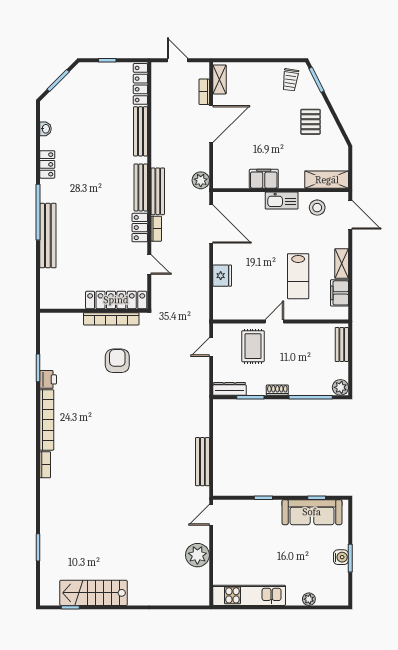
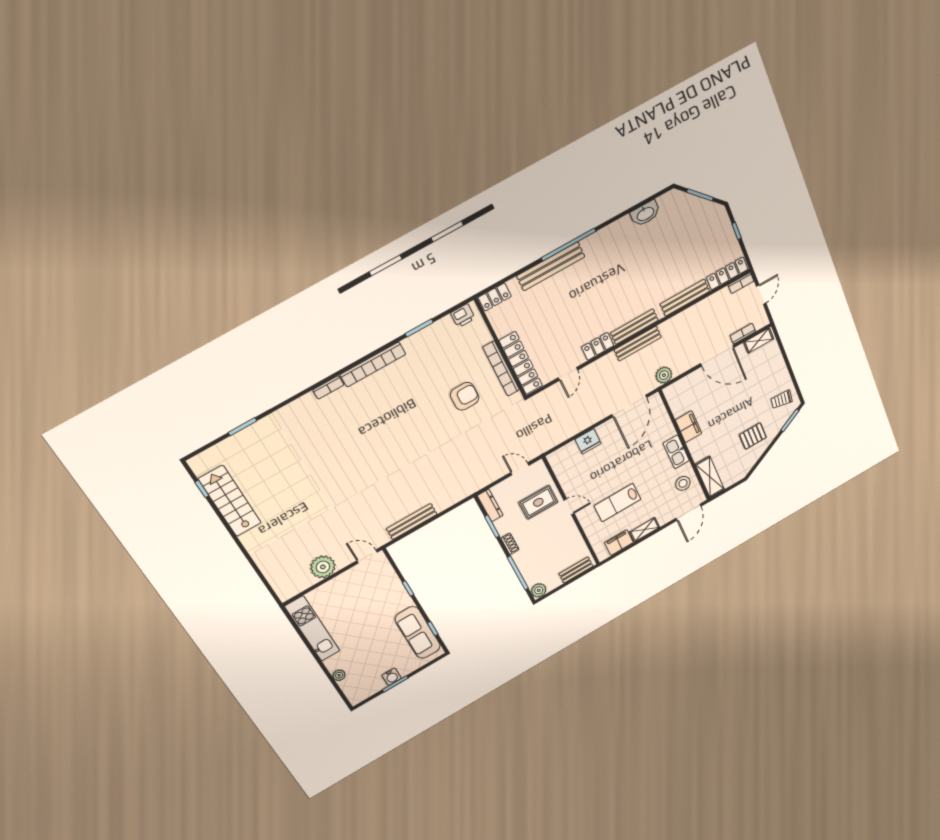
washbasin: (46, 129) -> (645, 214), width x1.91, depth x1.45
locker: (47, 164) -> (495, 297), moved
bookcase: (156, 229) -> (741, 283), moved
printer: (48, 379) -> (463, 316), moved

